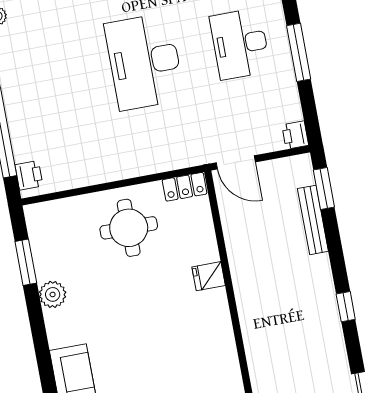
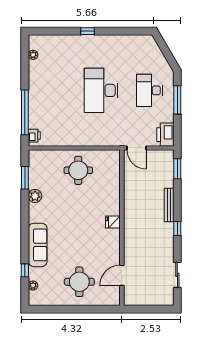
printer: (295, 135) -> (165, 135), width x1.87, depth x1.48
locker: (185, 187) -> (109, 155), removed
bench: (313, 220) -> (169, 205), moved
fridge: (209, 276) -> (113, 222), moved

